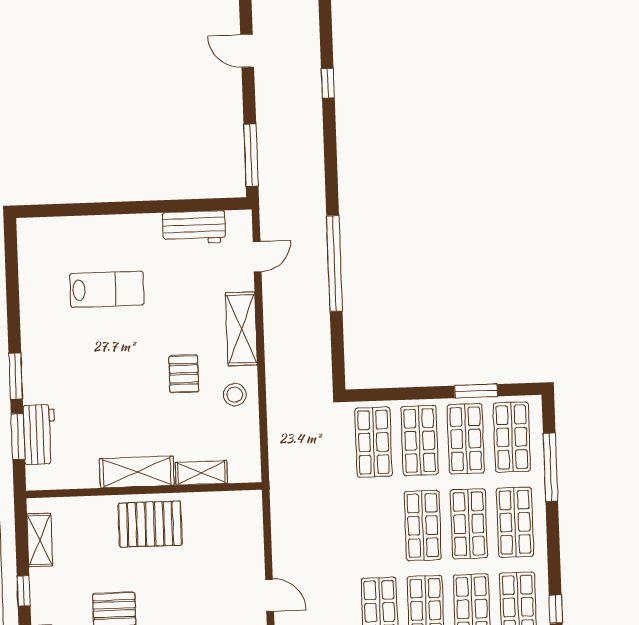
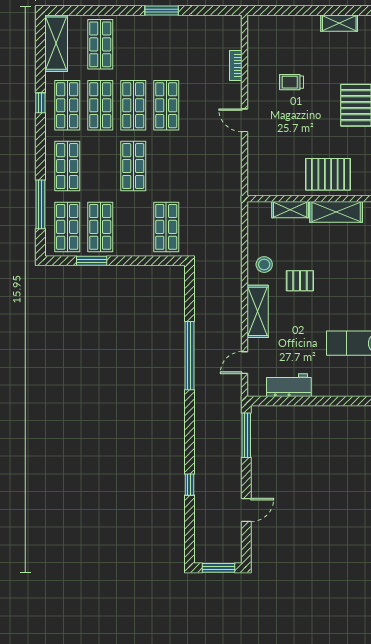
door: (247, 51) -> (246, 510), hinge flipped
pallet: (184, 374) -> (300, 281), turned 90
shop shelf: (420, 440) -> (133, 227), removed
shop shelf: (469, 524) -> (100, 166), removed

